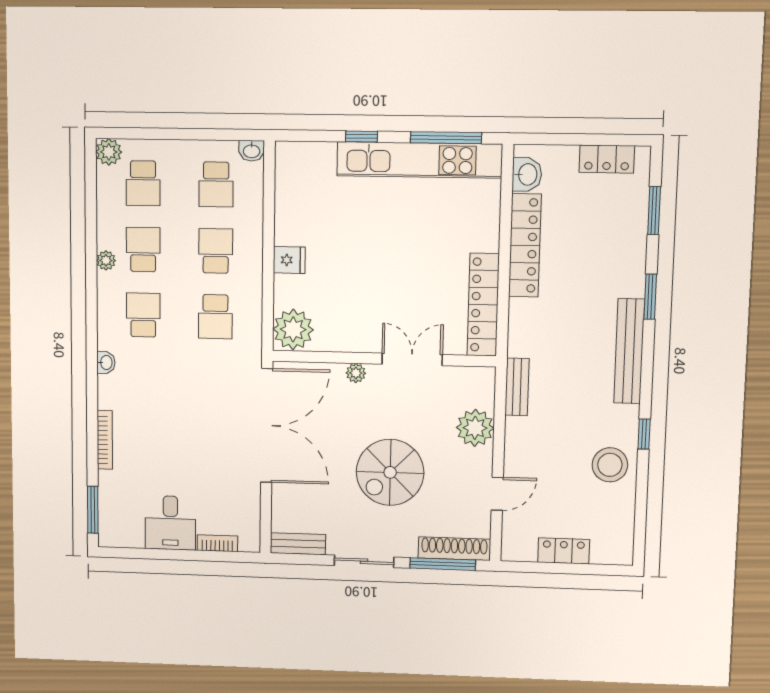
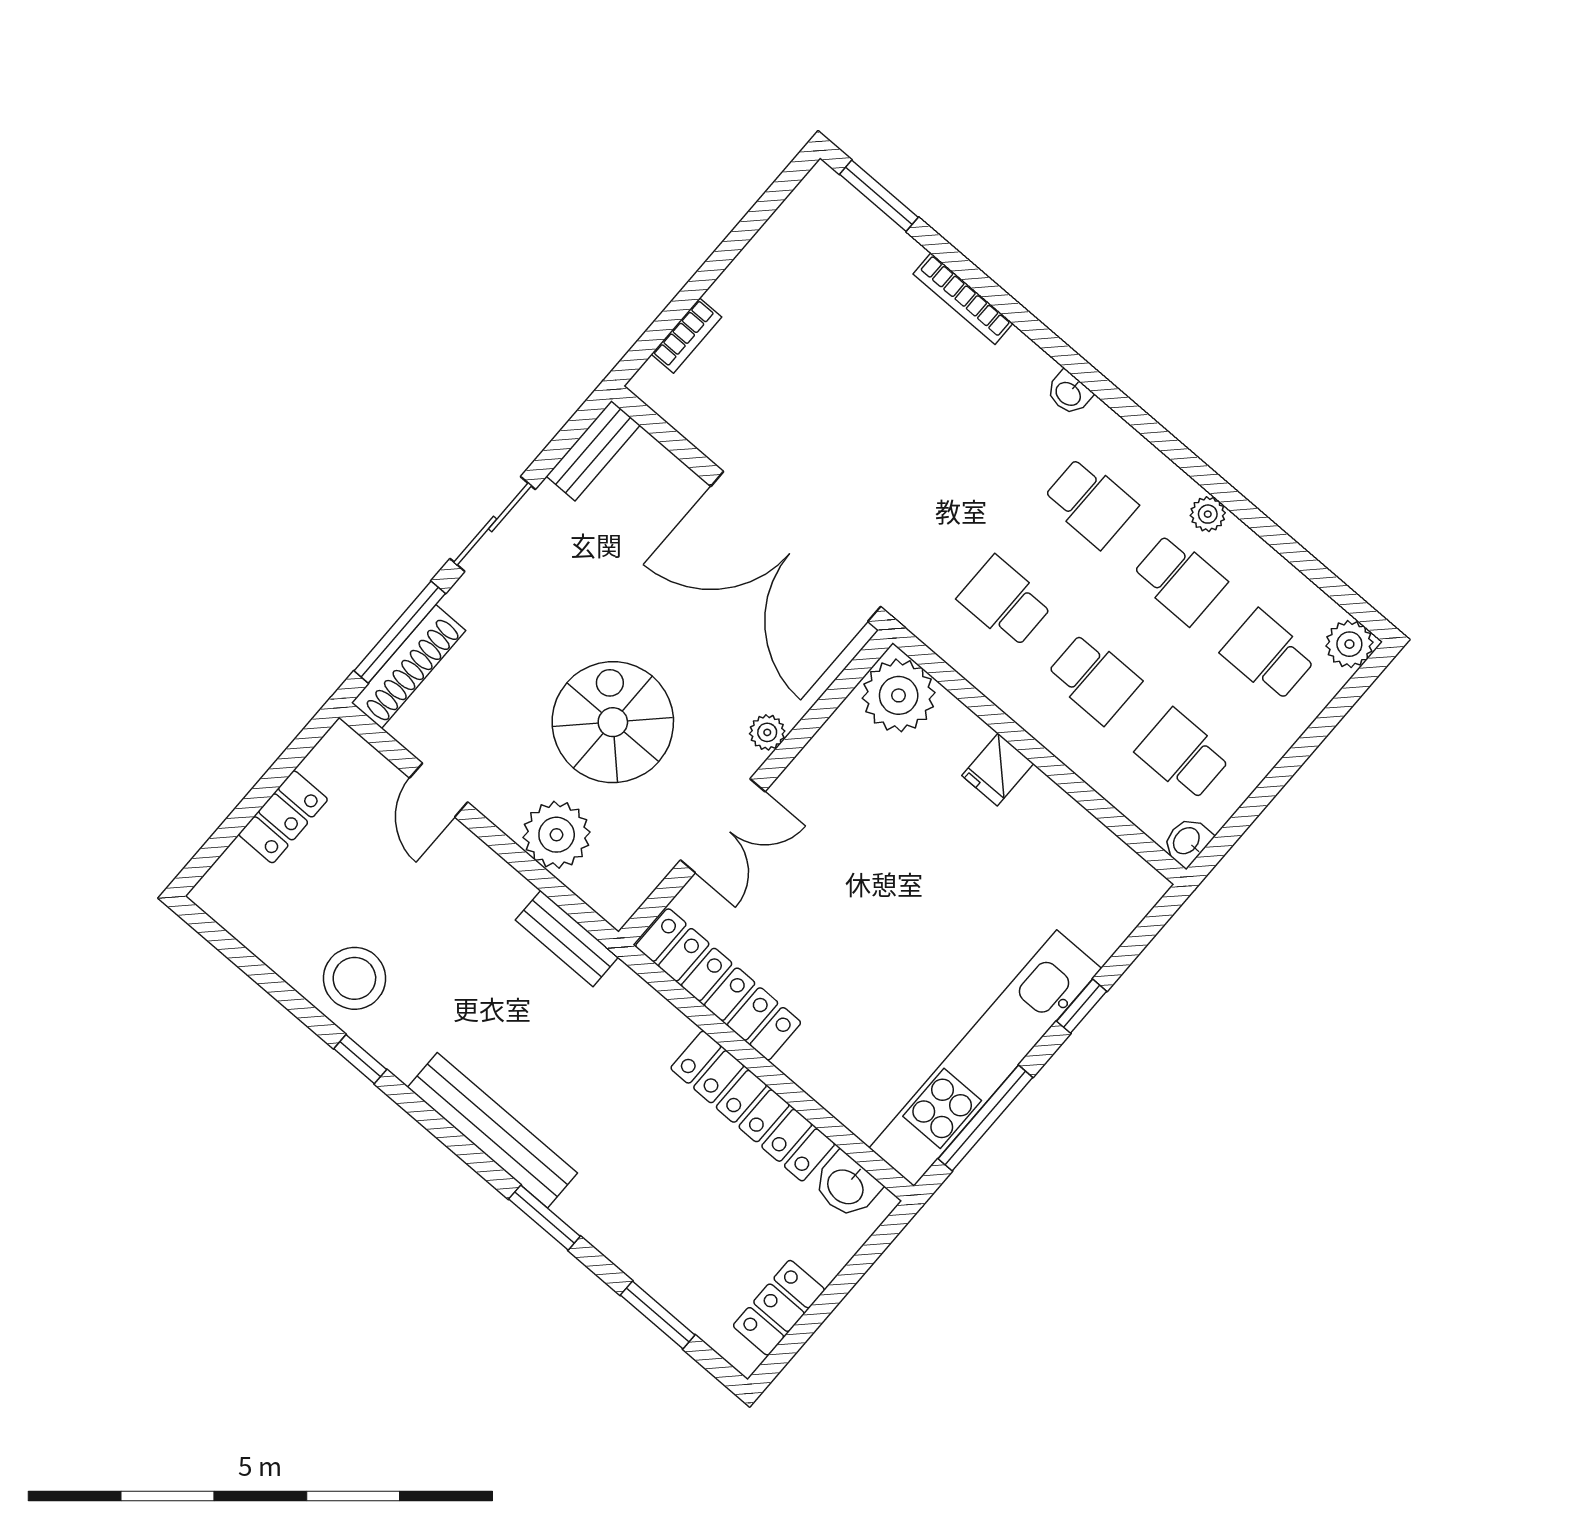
spiral stairs: (390, 472) -> (613, 722), moved
desk: (170, 523) -> (770, 292), removed

